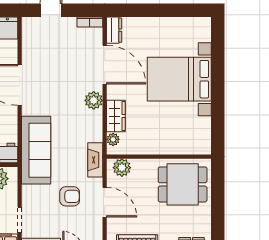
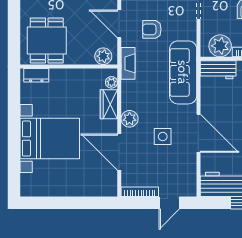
bookcase: (90, 22) -> (140, 192), width x1.56
dresser: (114, 30) -> (36, 75), moved, turned -90
side table: (58, 81) -> (163, 137), added
dining table: (183, 184) -> (47, 41), turned 90

